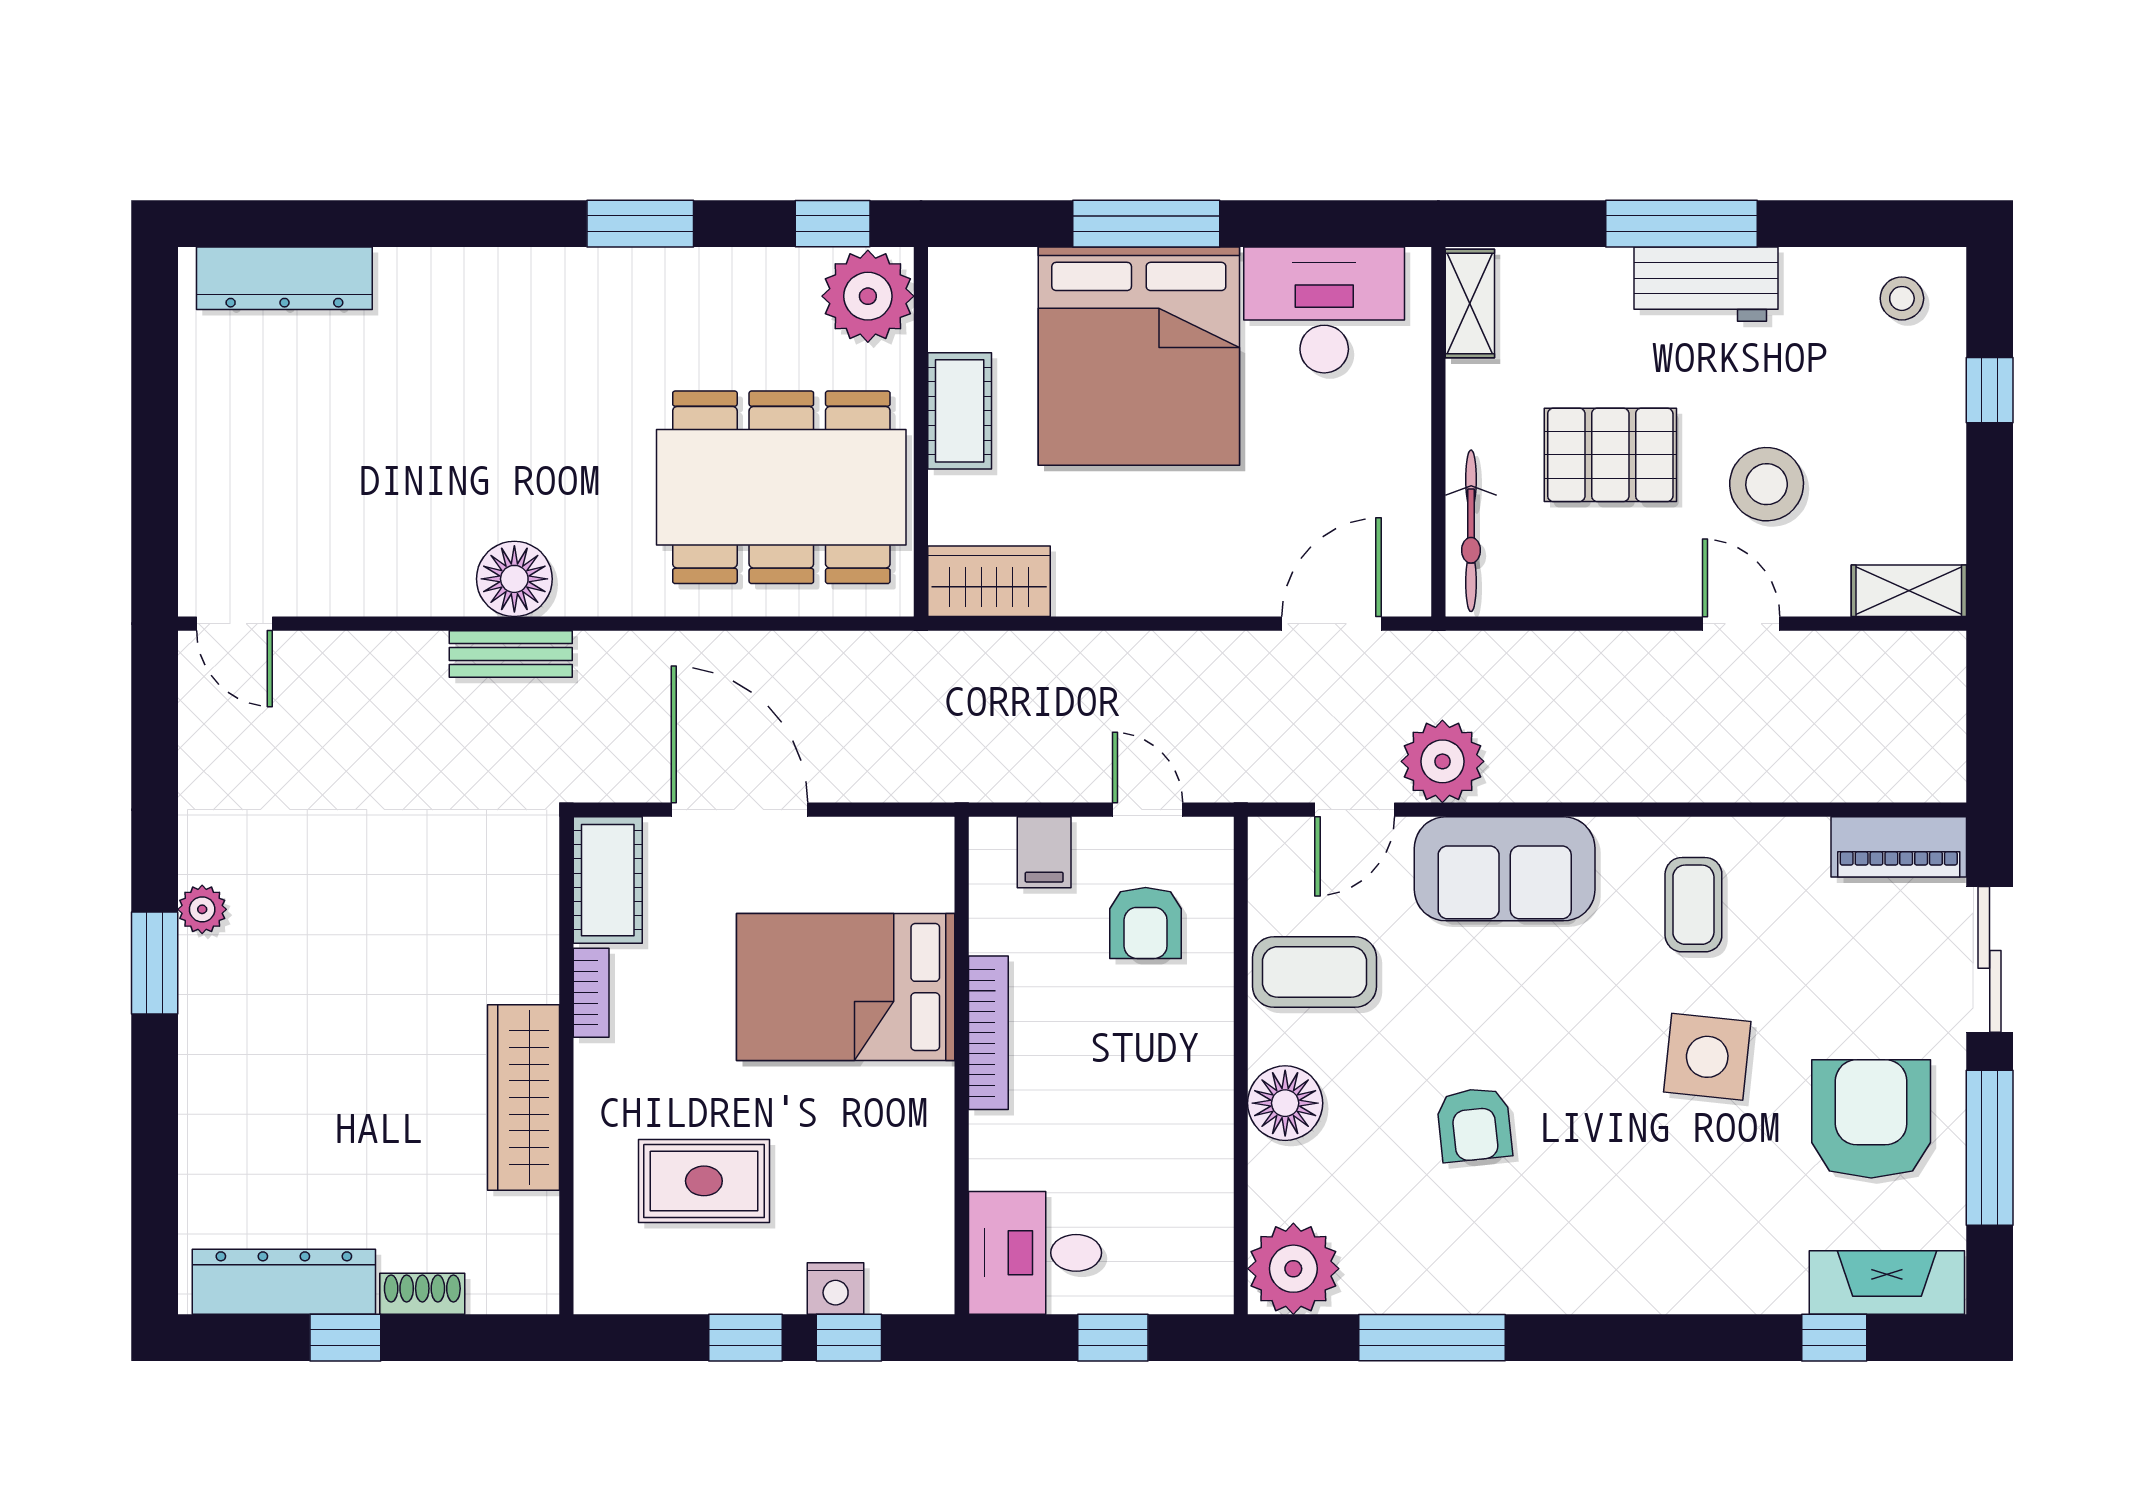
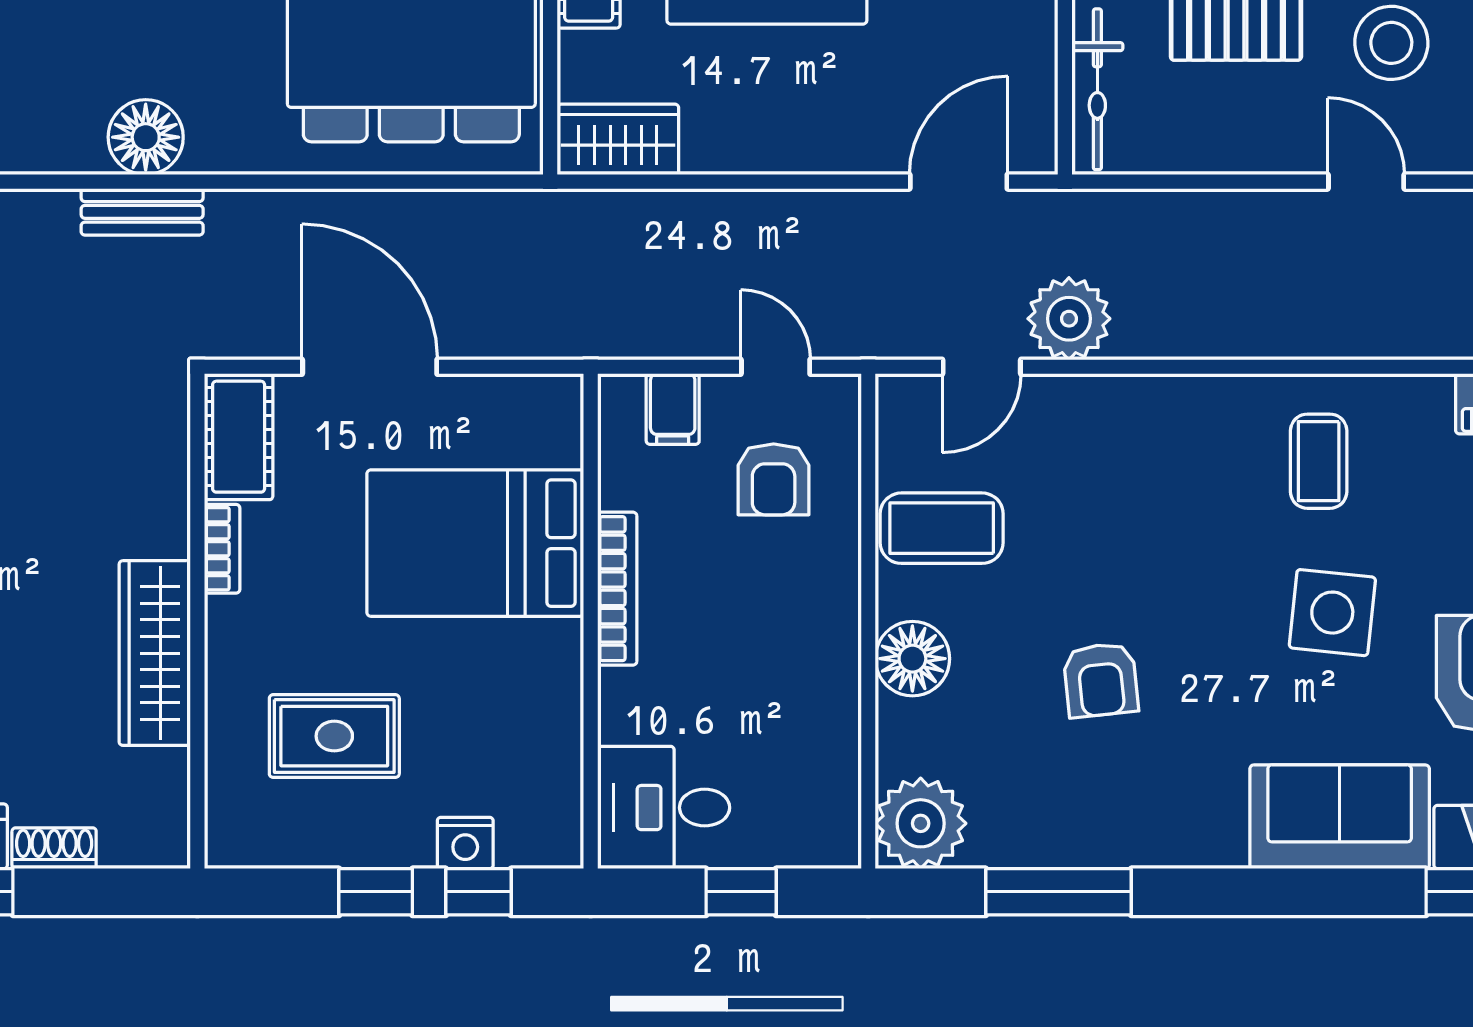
sofa: (1505, 869) -> (1340, 817), moved, turned 180

